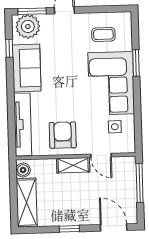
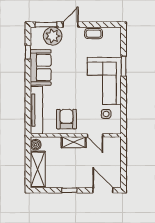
plant: (28, 26) -> (53, 36), moved
coffee table: (103, 34) -> (94, 34), moved
window: (140, 183) -> (124, 157), removed

